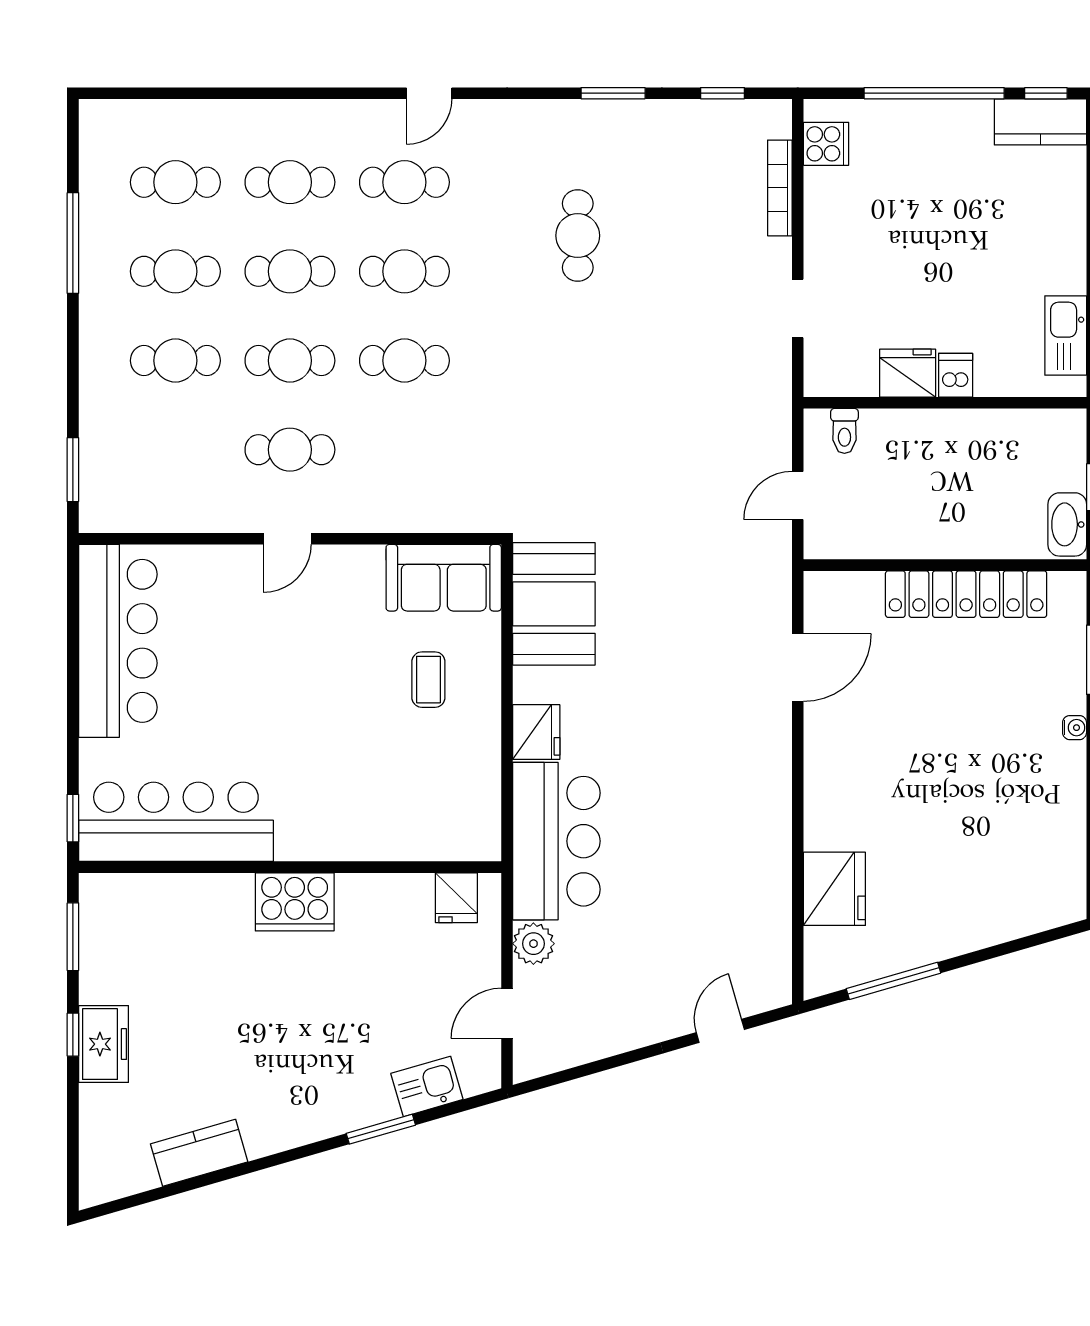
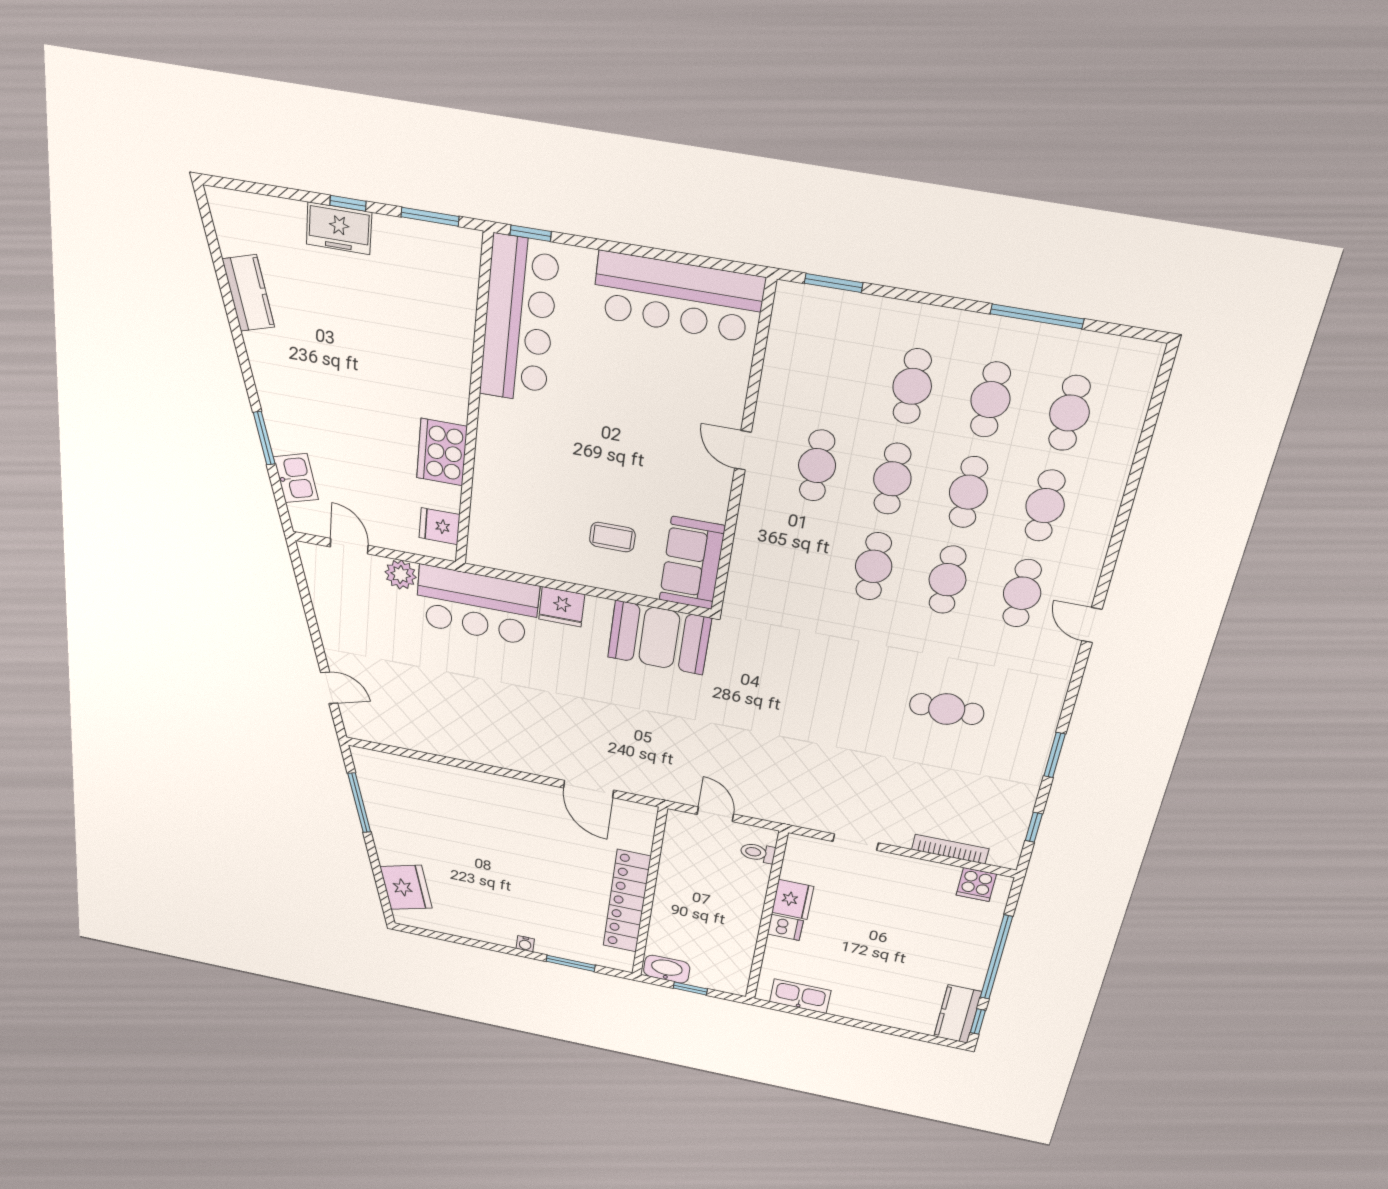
fridge: (834, 889) -> (406, 887), moved, turned -106
cooker: (295, 902) -> (442, 452), moved

